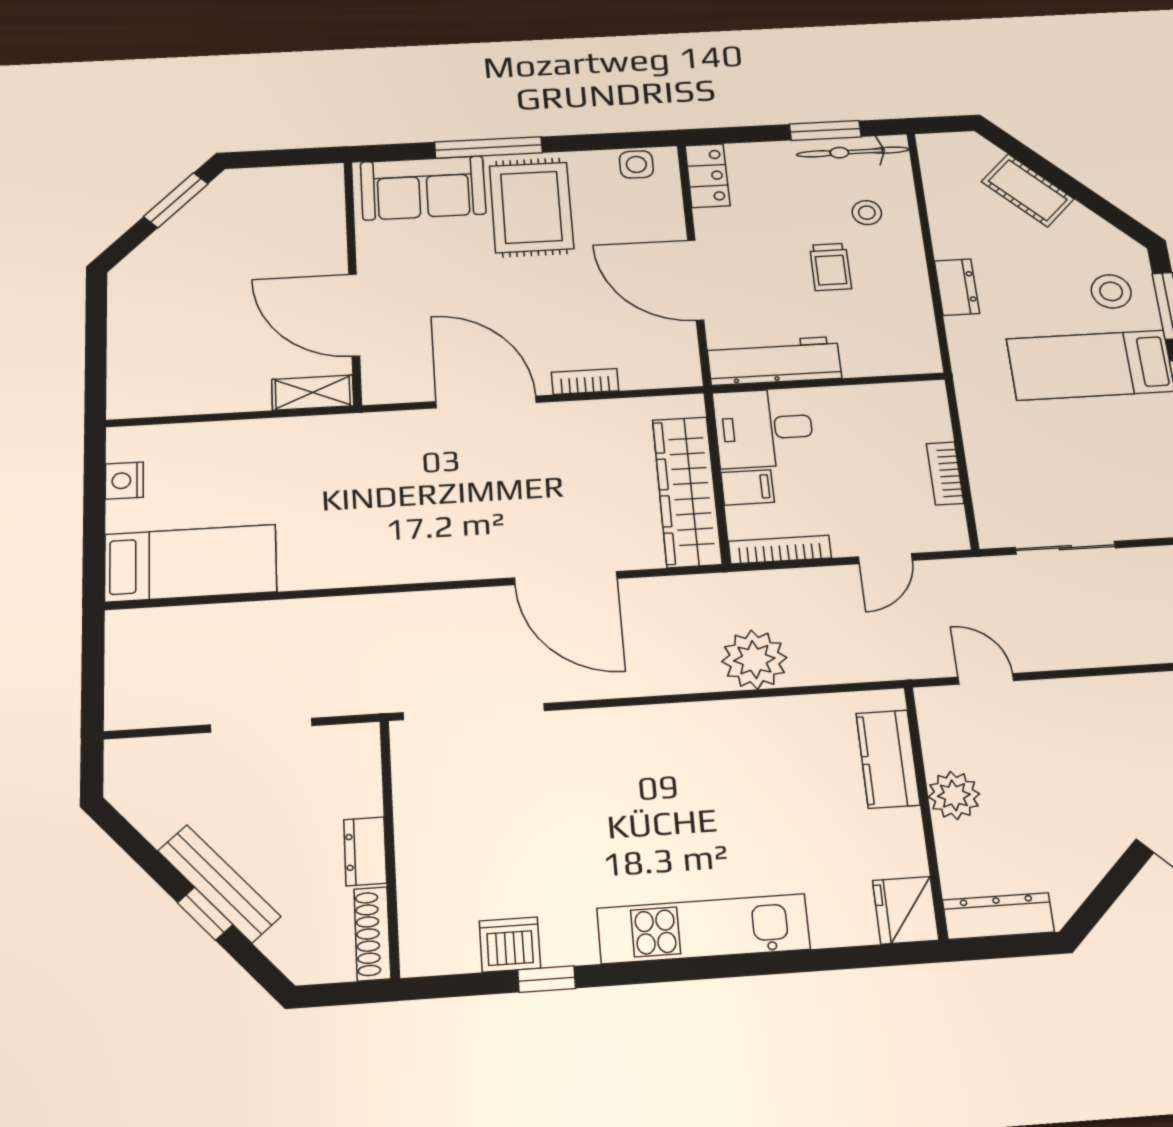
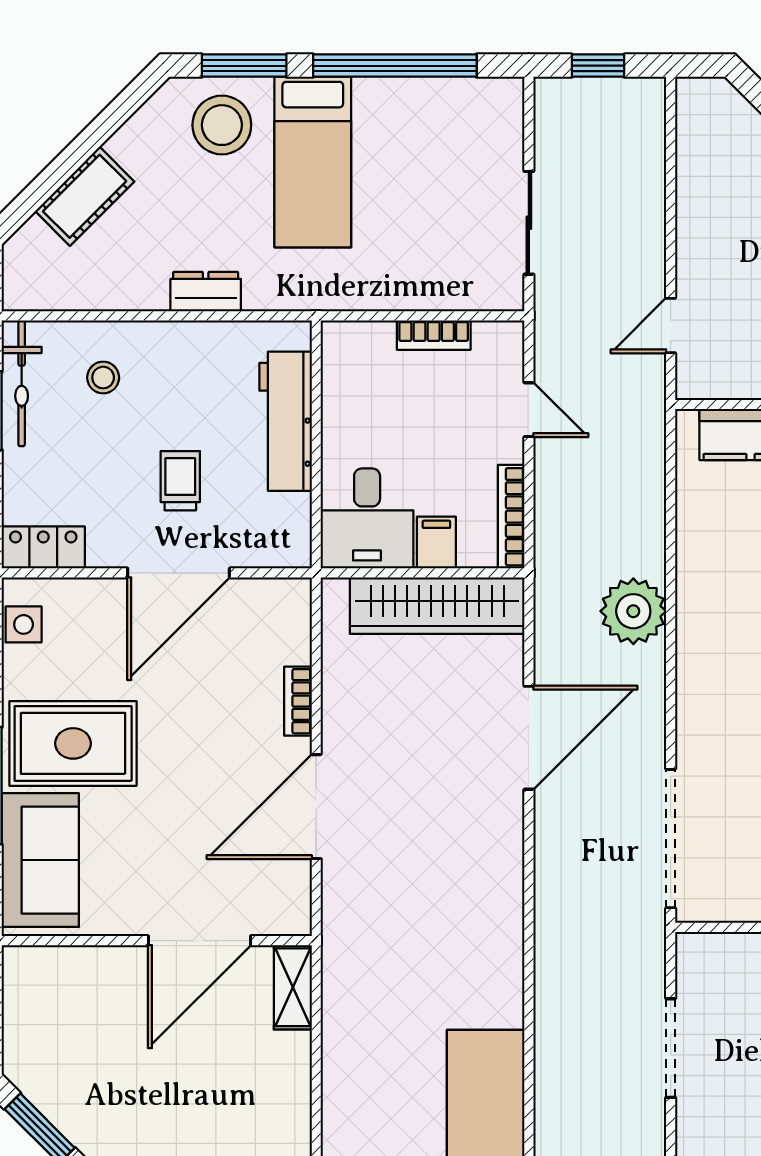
trolley: (830, 267) -> (180, 481), moved, turned -90
stool: (1111, 291) -> (222, 125), width x1.38, depth x1.38
workbench: (774, 361) -> (286, 421), moved
plant: (754, 660) -> (633, 611), moved

